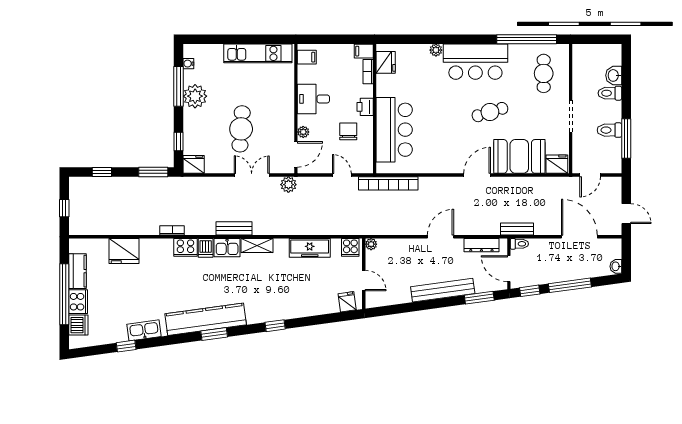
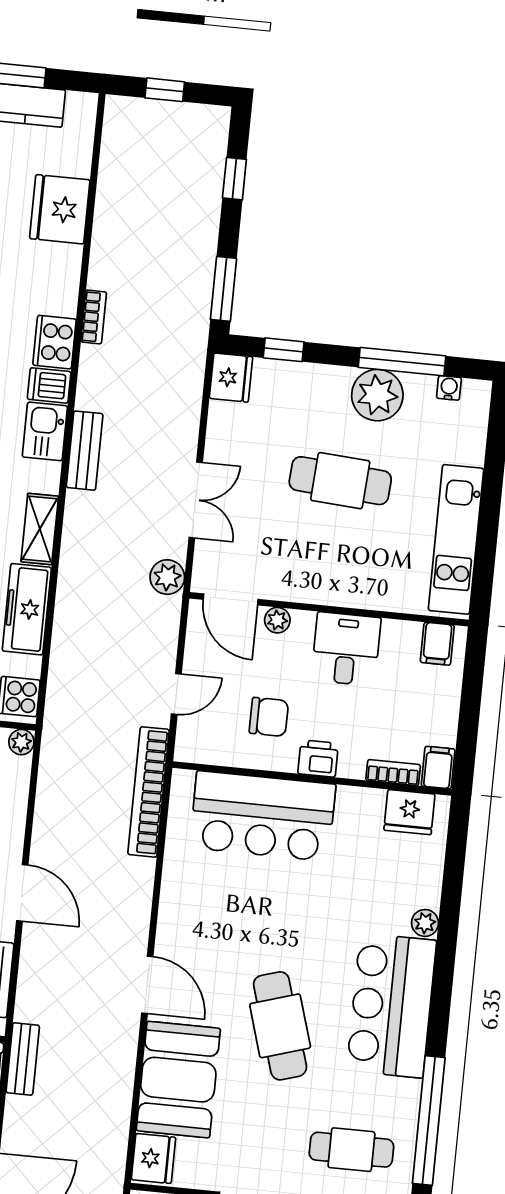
cafe table: (490, 112) -> (280, 1026), width x1.37, depth x1.35
cafe table: (241, 129) -> (340, 481), moved
shelving: (257, 245) -> (40, 529), moved

